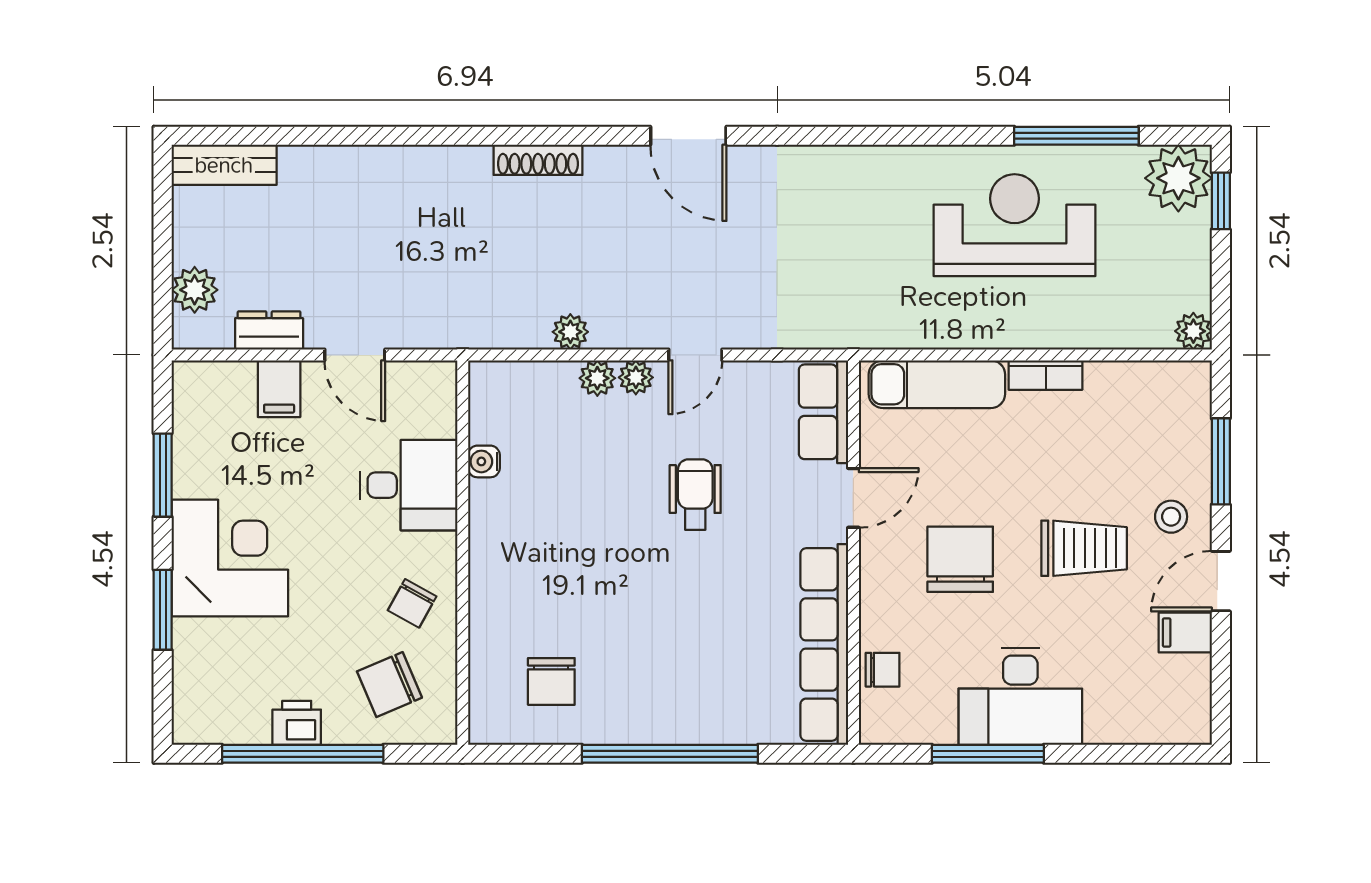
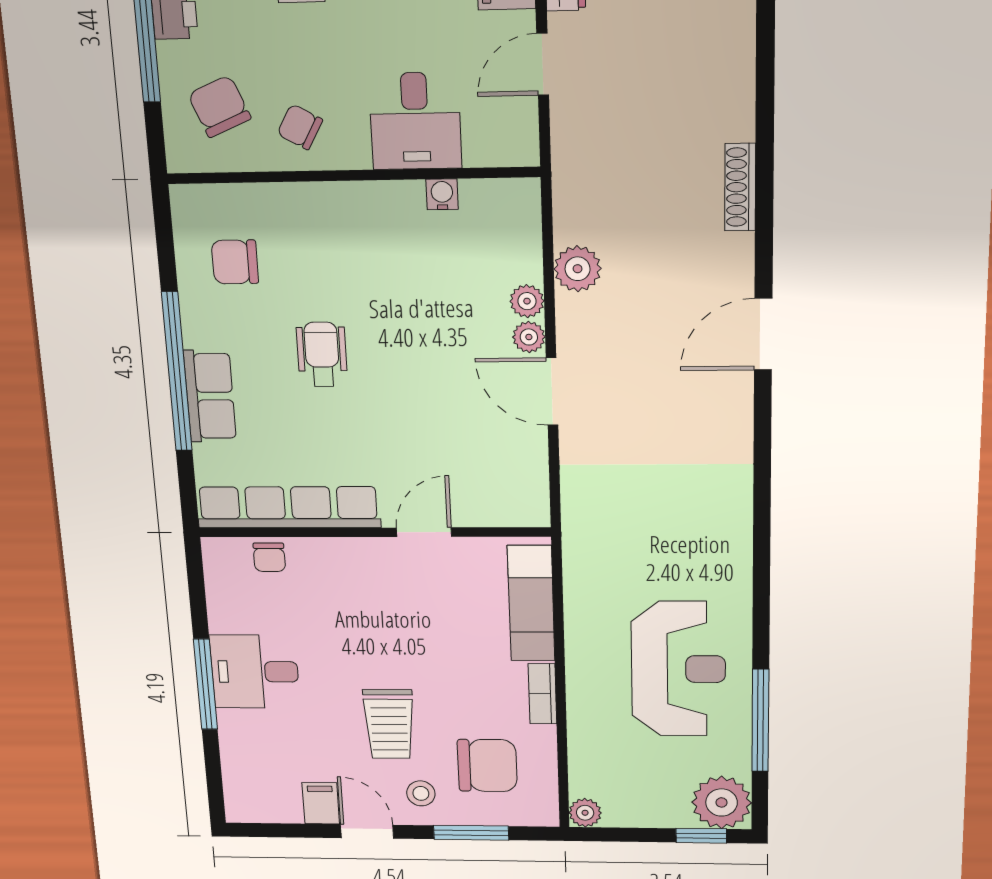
door: (688, 136) -> (763, 334), moved
shoe rack: (538, 160) -> (740, 187), moved
plant: (570, 332) -> (578, 269), width x1.38, depth x1.38
door: (695, 355) -> (552, 391), width x1.37
row of seats: (823, 412) -> (210, 396), moved, turned 90
wheelchair: (695, 495) -> (322, 354), moved, turned -90
door: (853, 498) -> (424, 532), swing flipped
chair: (960, 559) -> (487, 766), moved
desk: (1020, 696) -> (255, 672), width x0.73
window: (988, 754) -> (205, 684), moved

